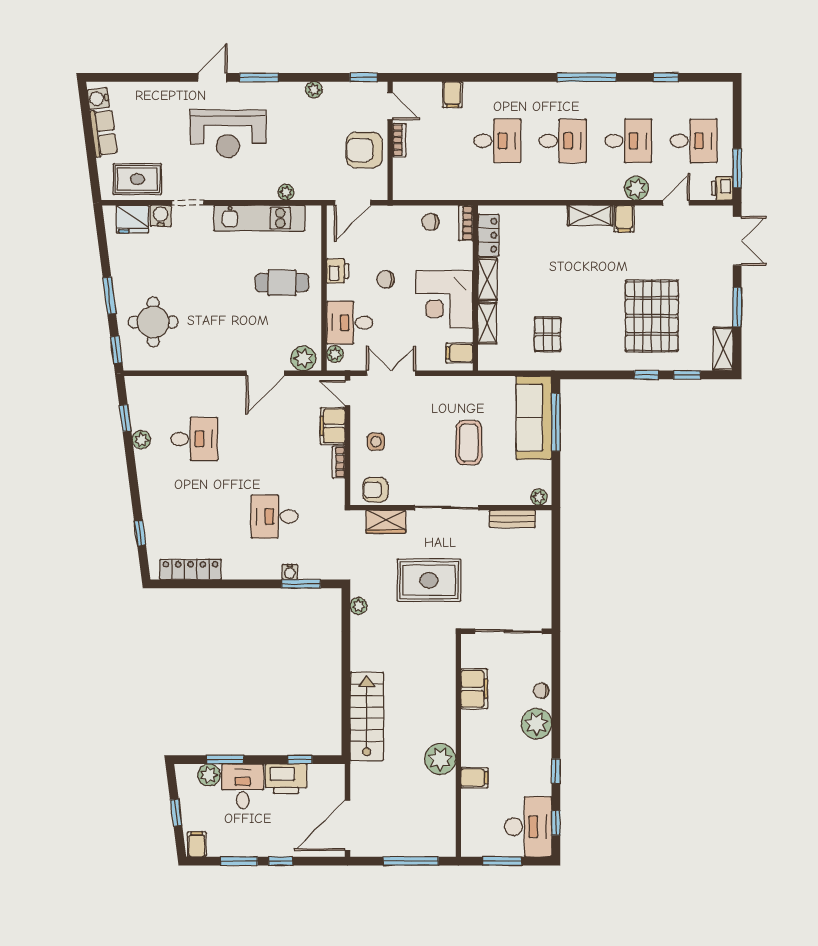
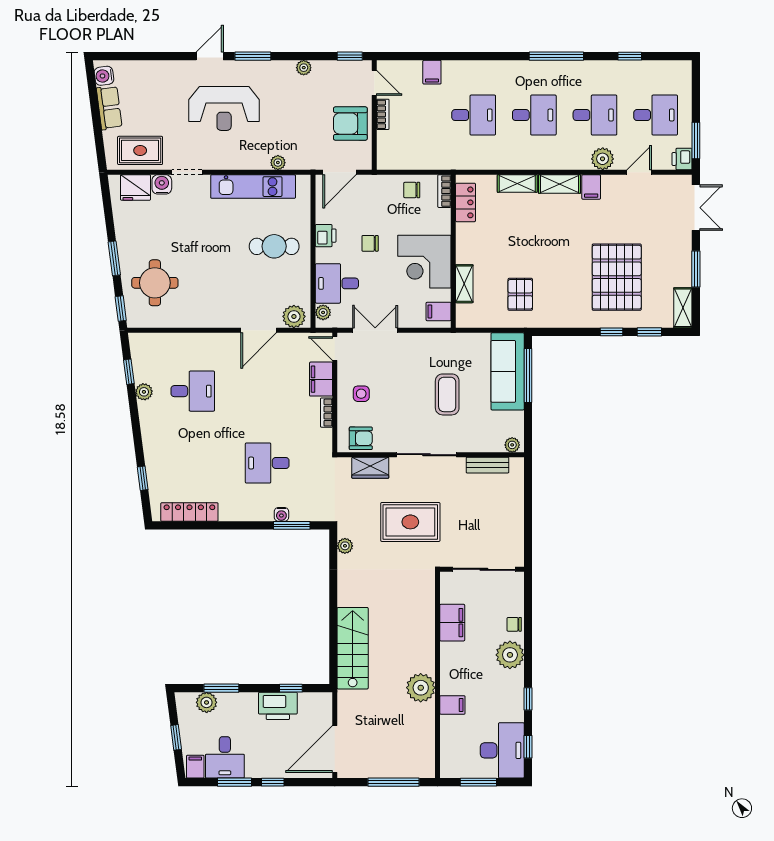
shelving: (488, 279) -> (517, 184), moved, turned 90
armchair: (375, 490) -> (361, 438), turned 180
desk: (243, 786) -> (225, 757), moved, turned 180

